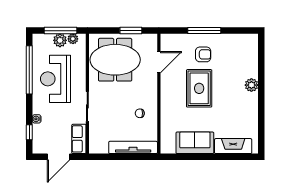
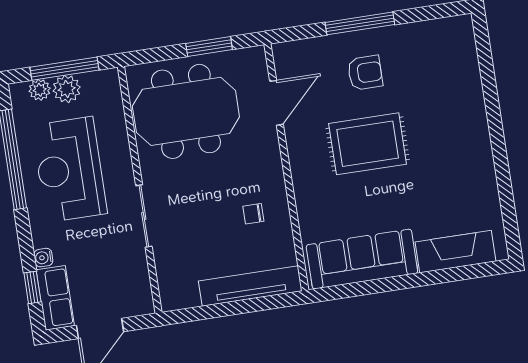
plant: (73, 39) -> (40, 90), moved
plant: (251, 85) -> (474, 120), removed
rug: (199, 88) -> (368, 144), turned 90
row of seats: (79, 139) -> (55, 298), moved, turned 180
sofa: (195, 143) -> (362, 259), width x1.36

